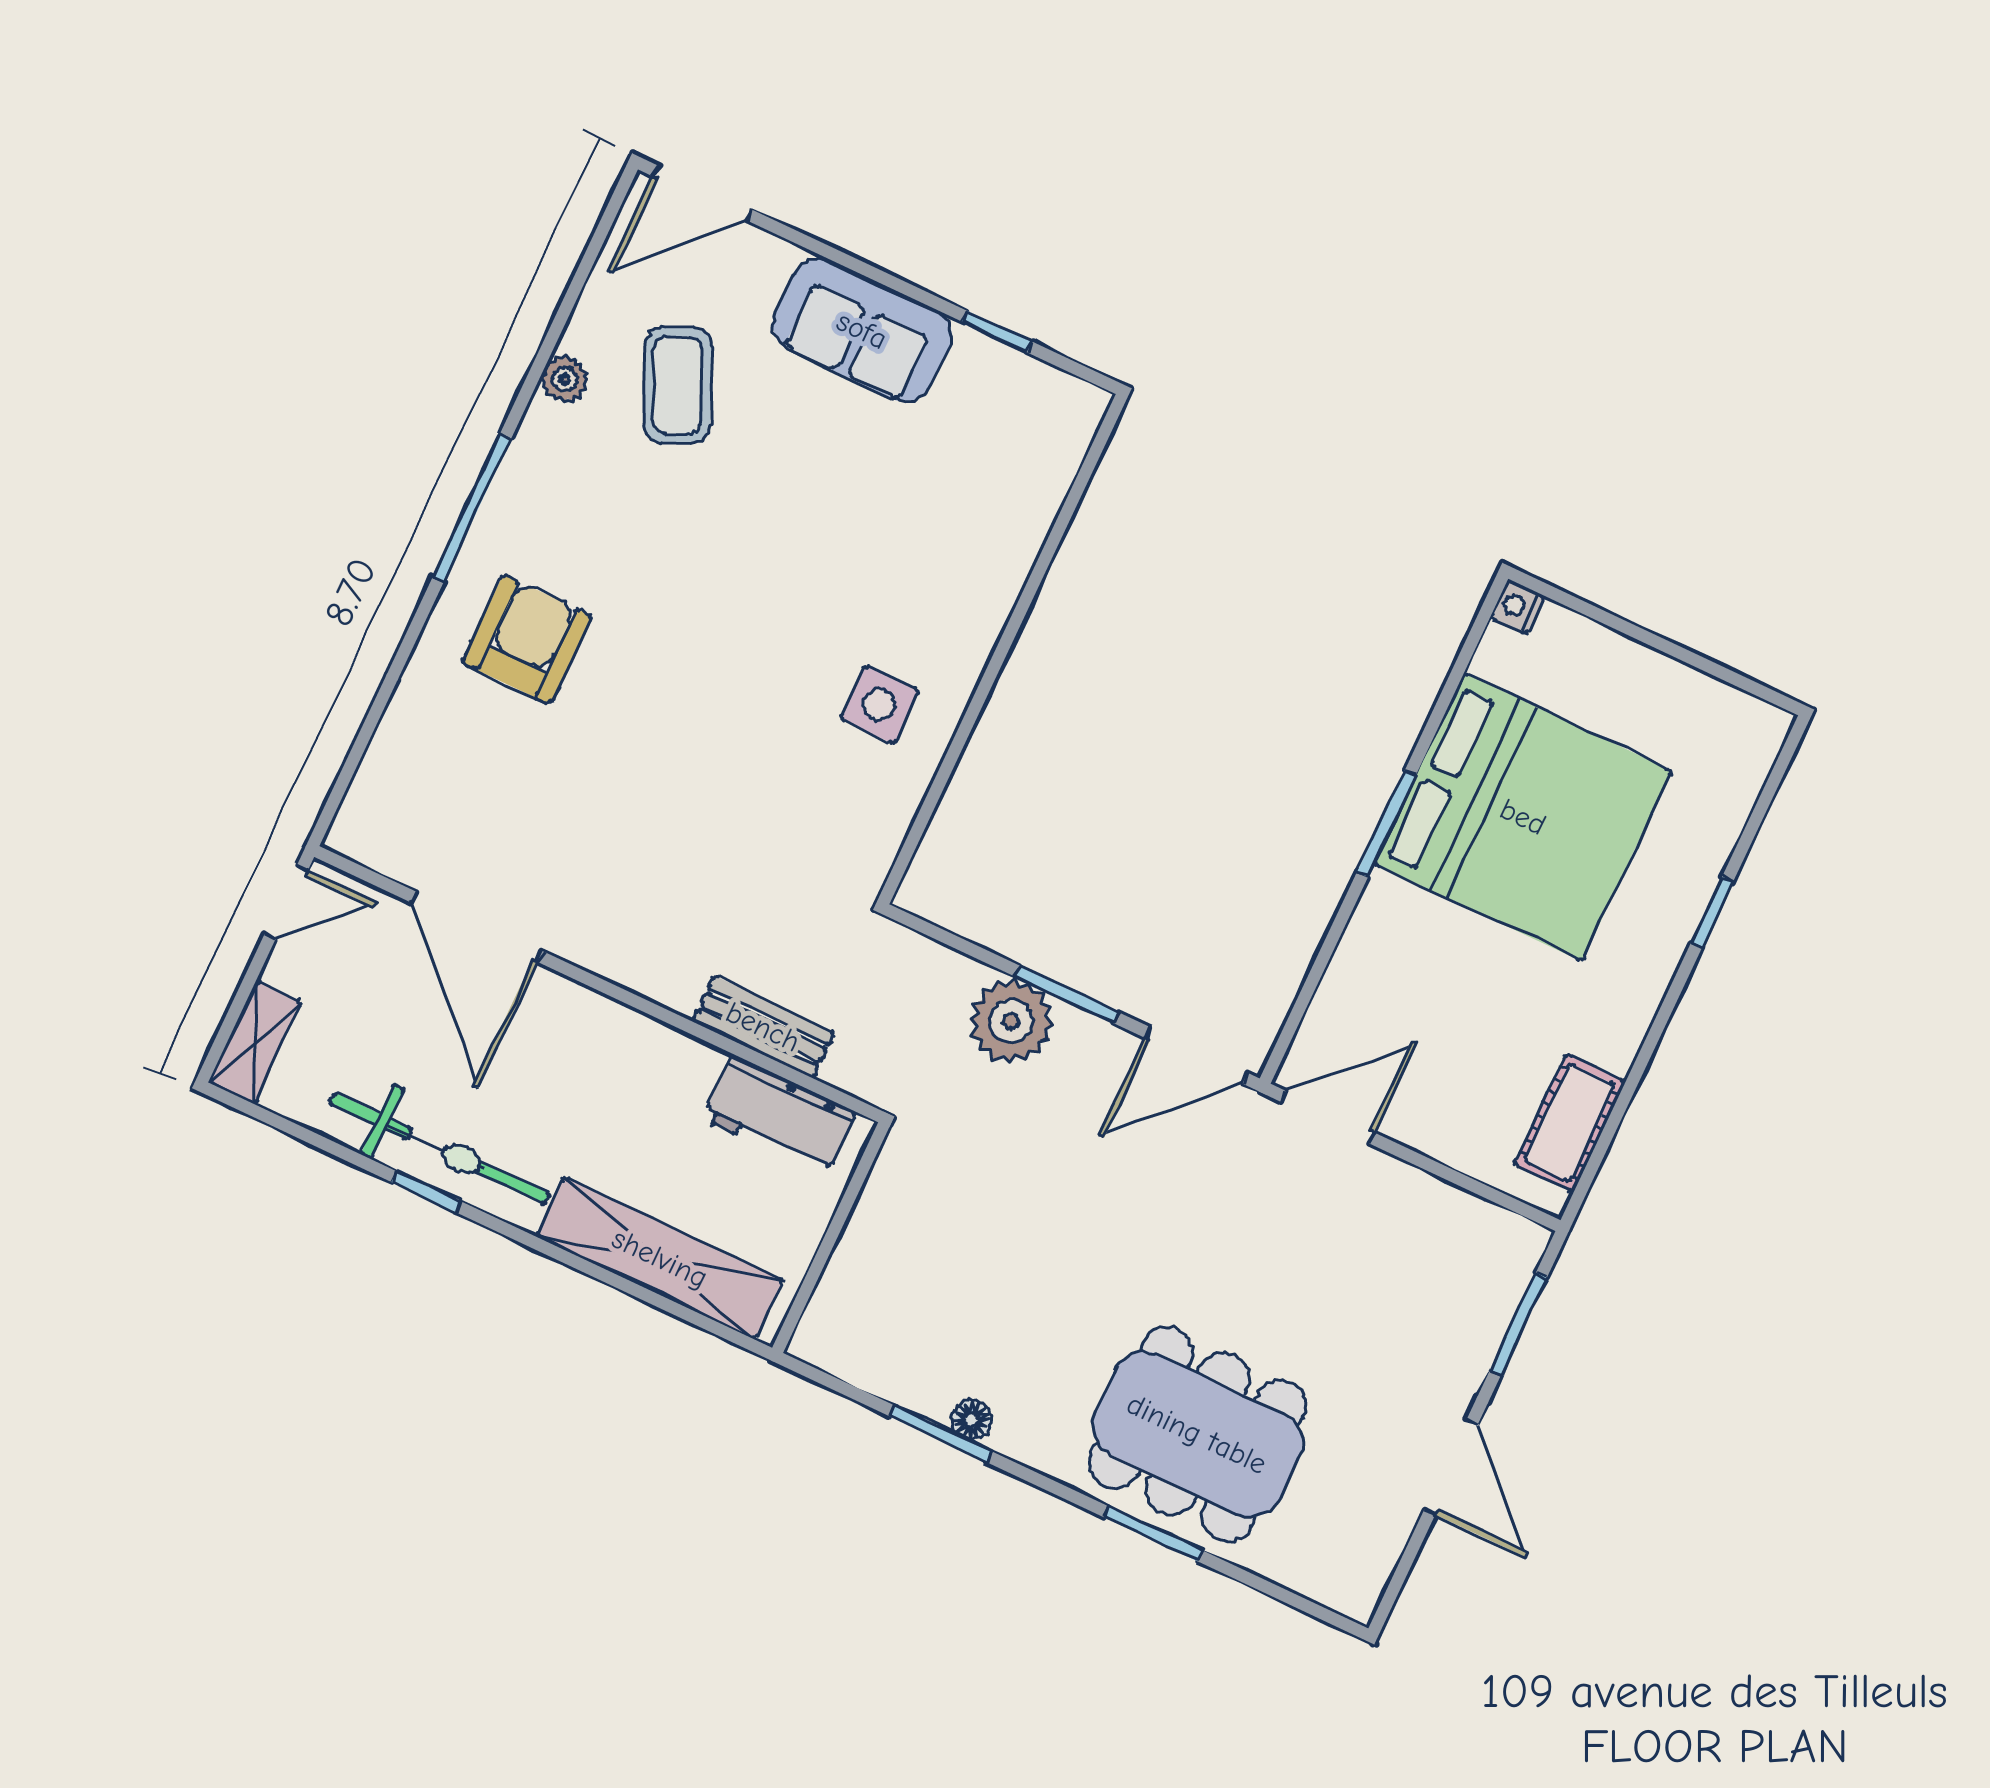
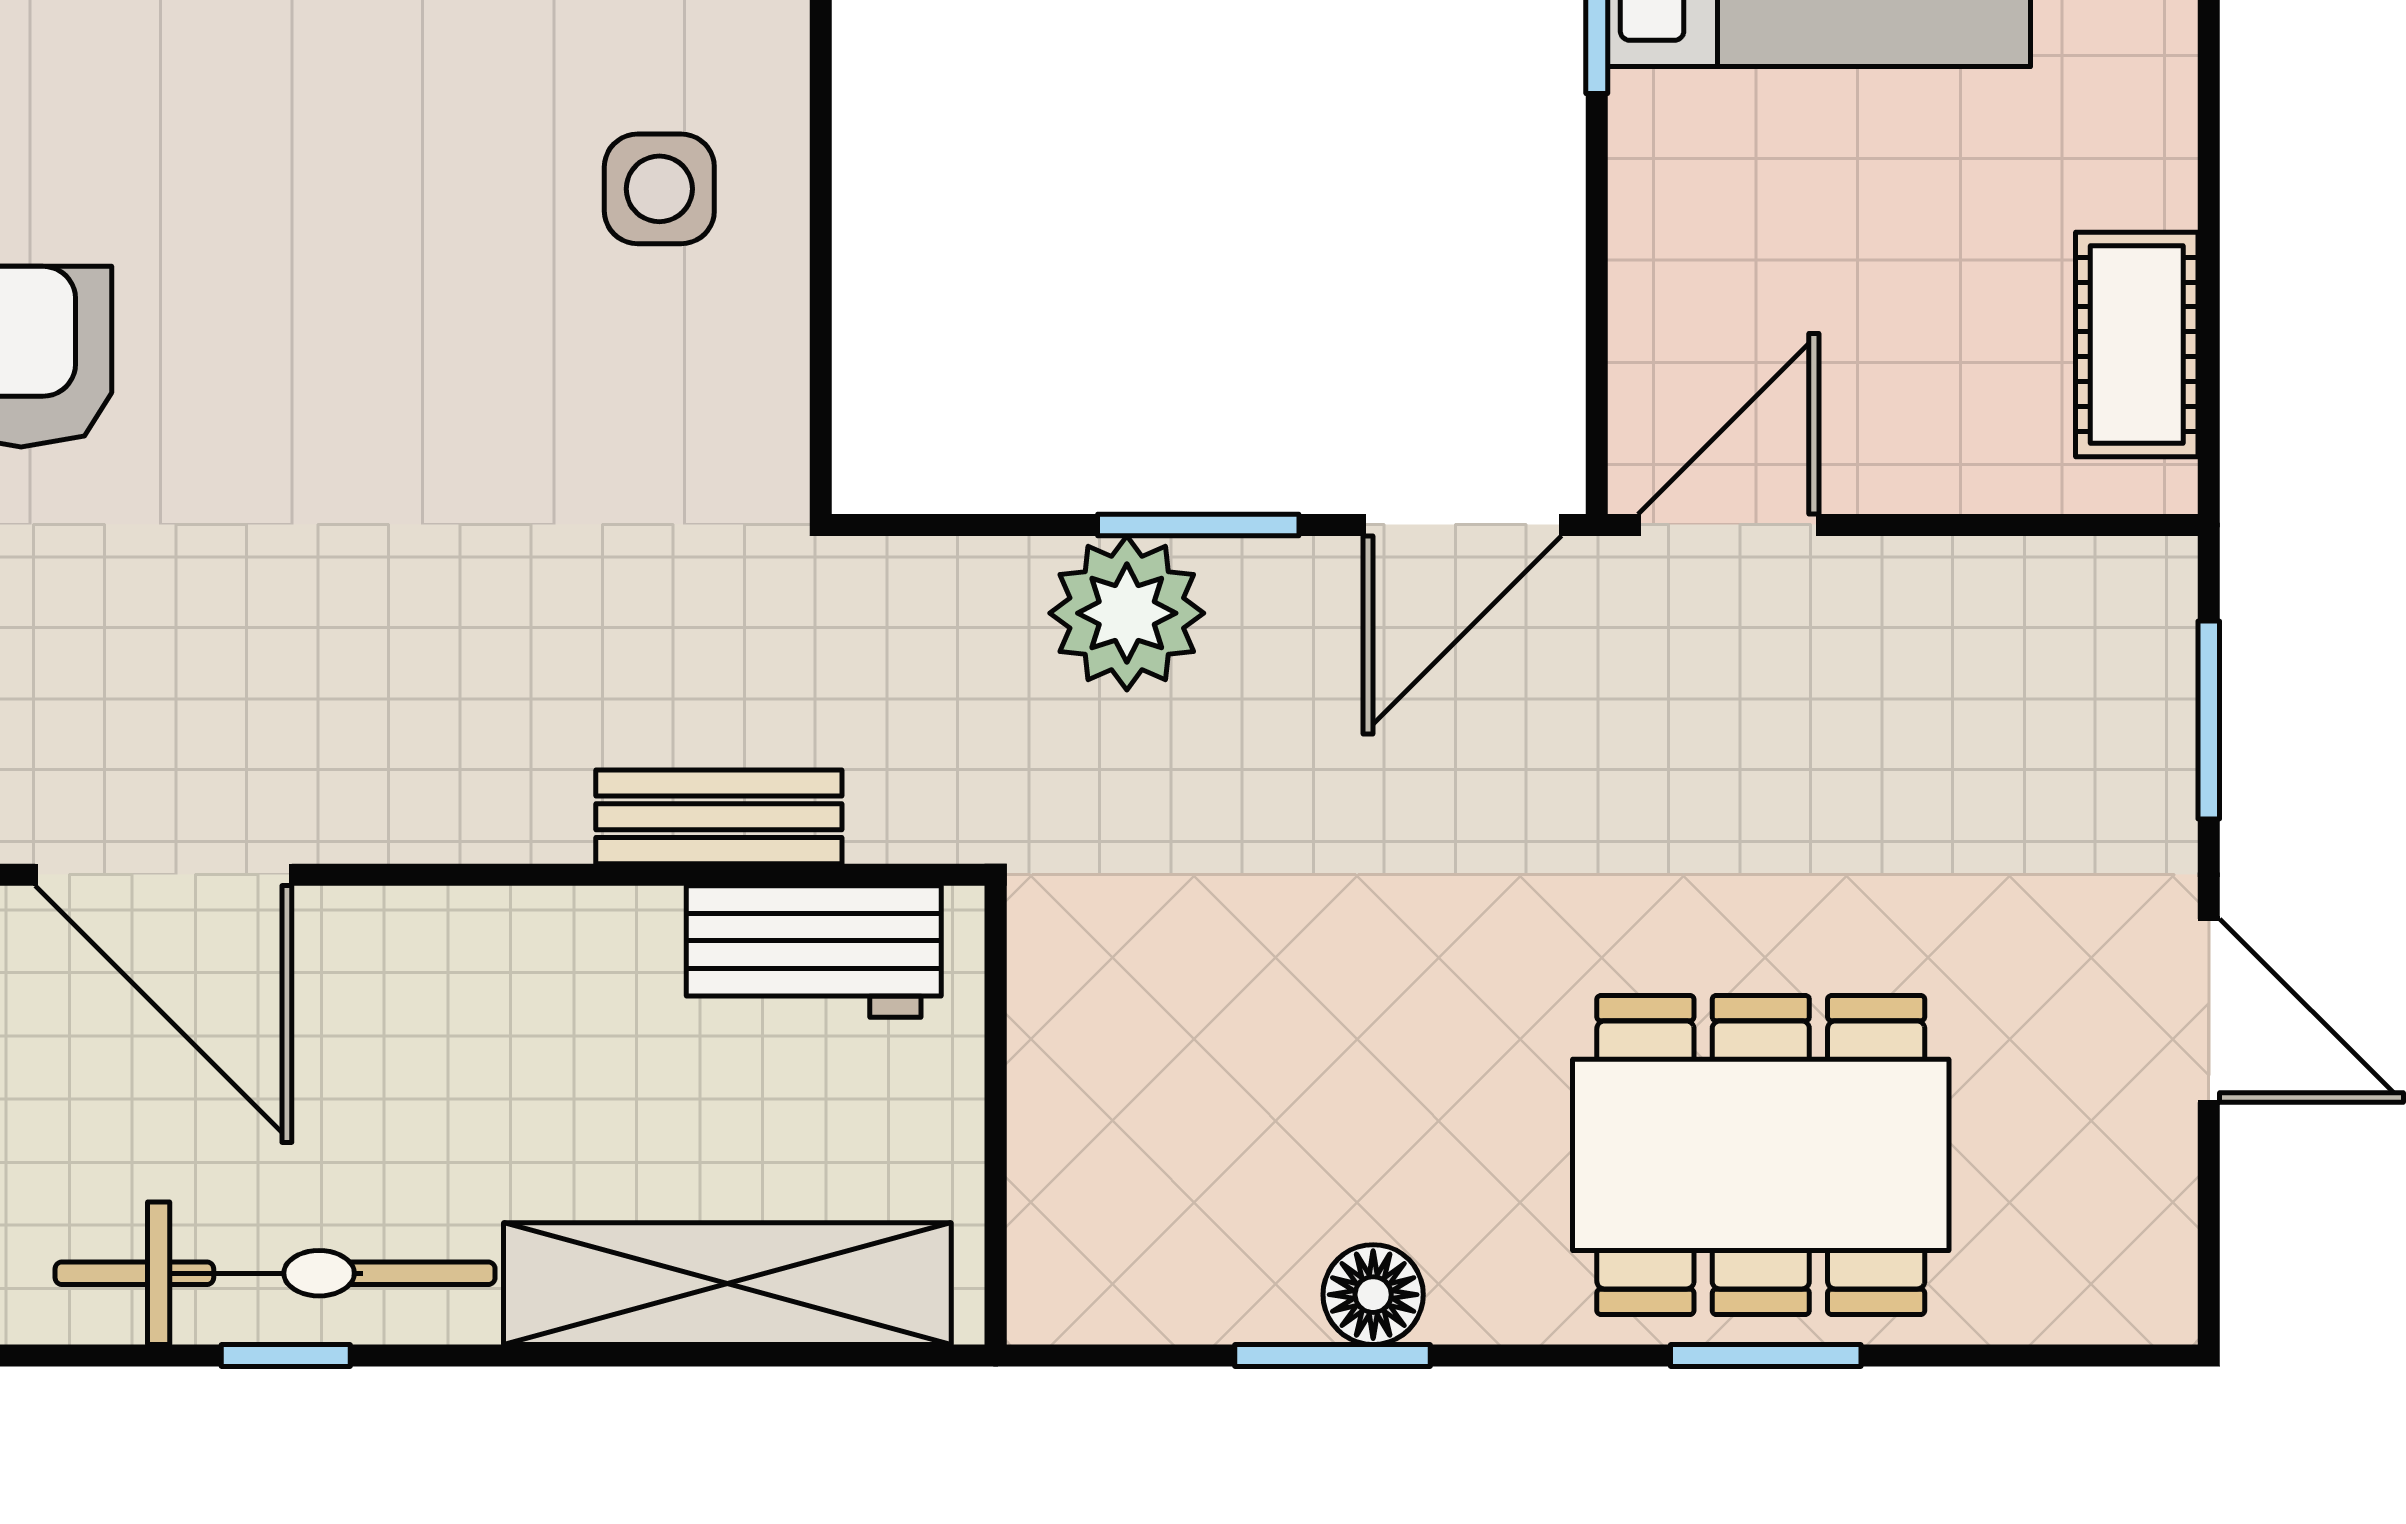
floor lamp: (972, 1420) -> (1373, 1295), width x1.37, depth x1.37

